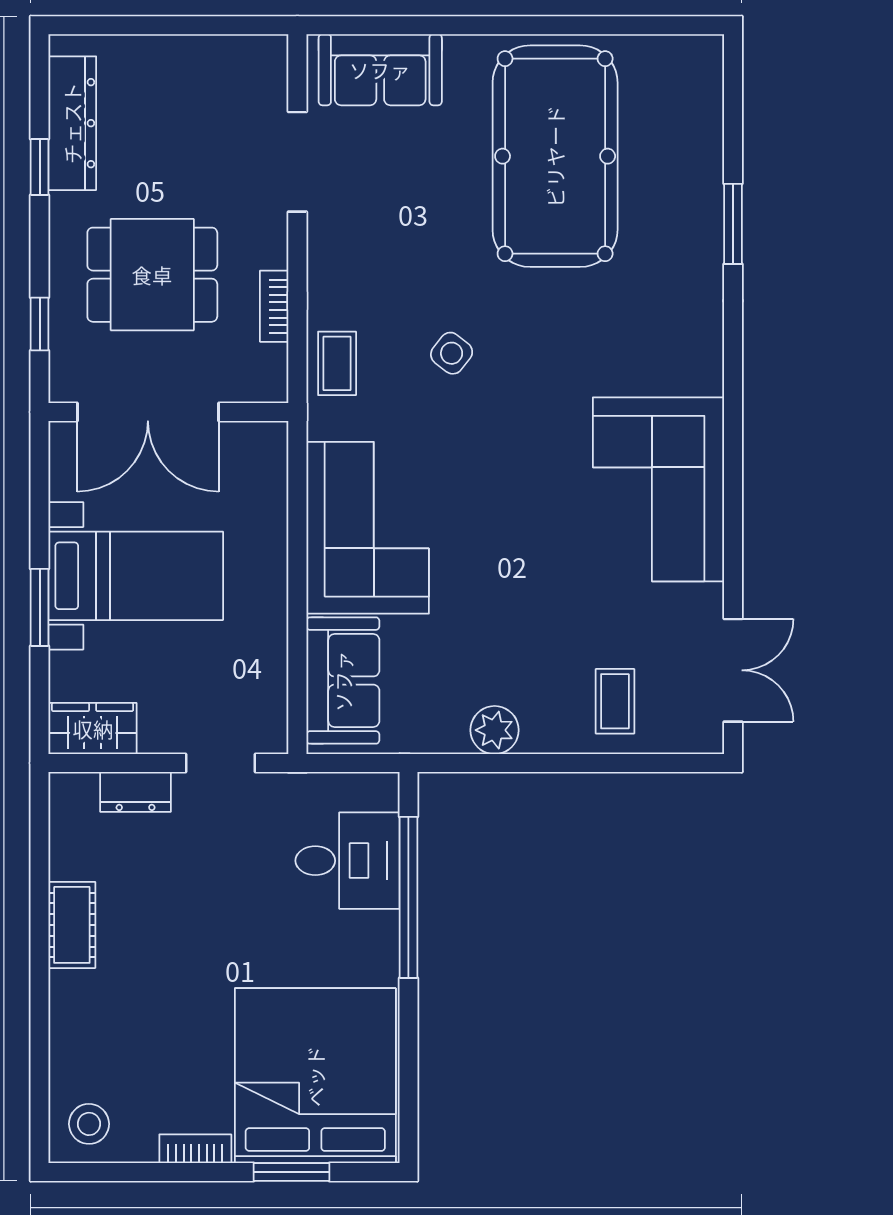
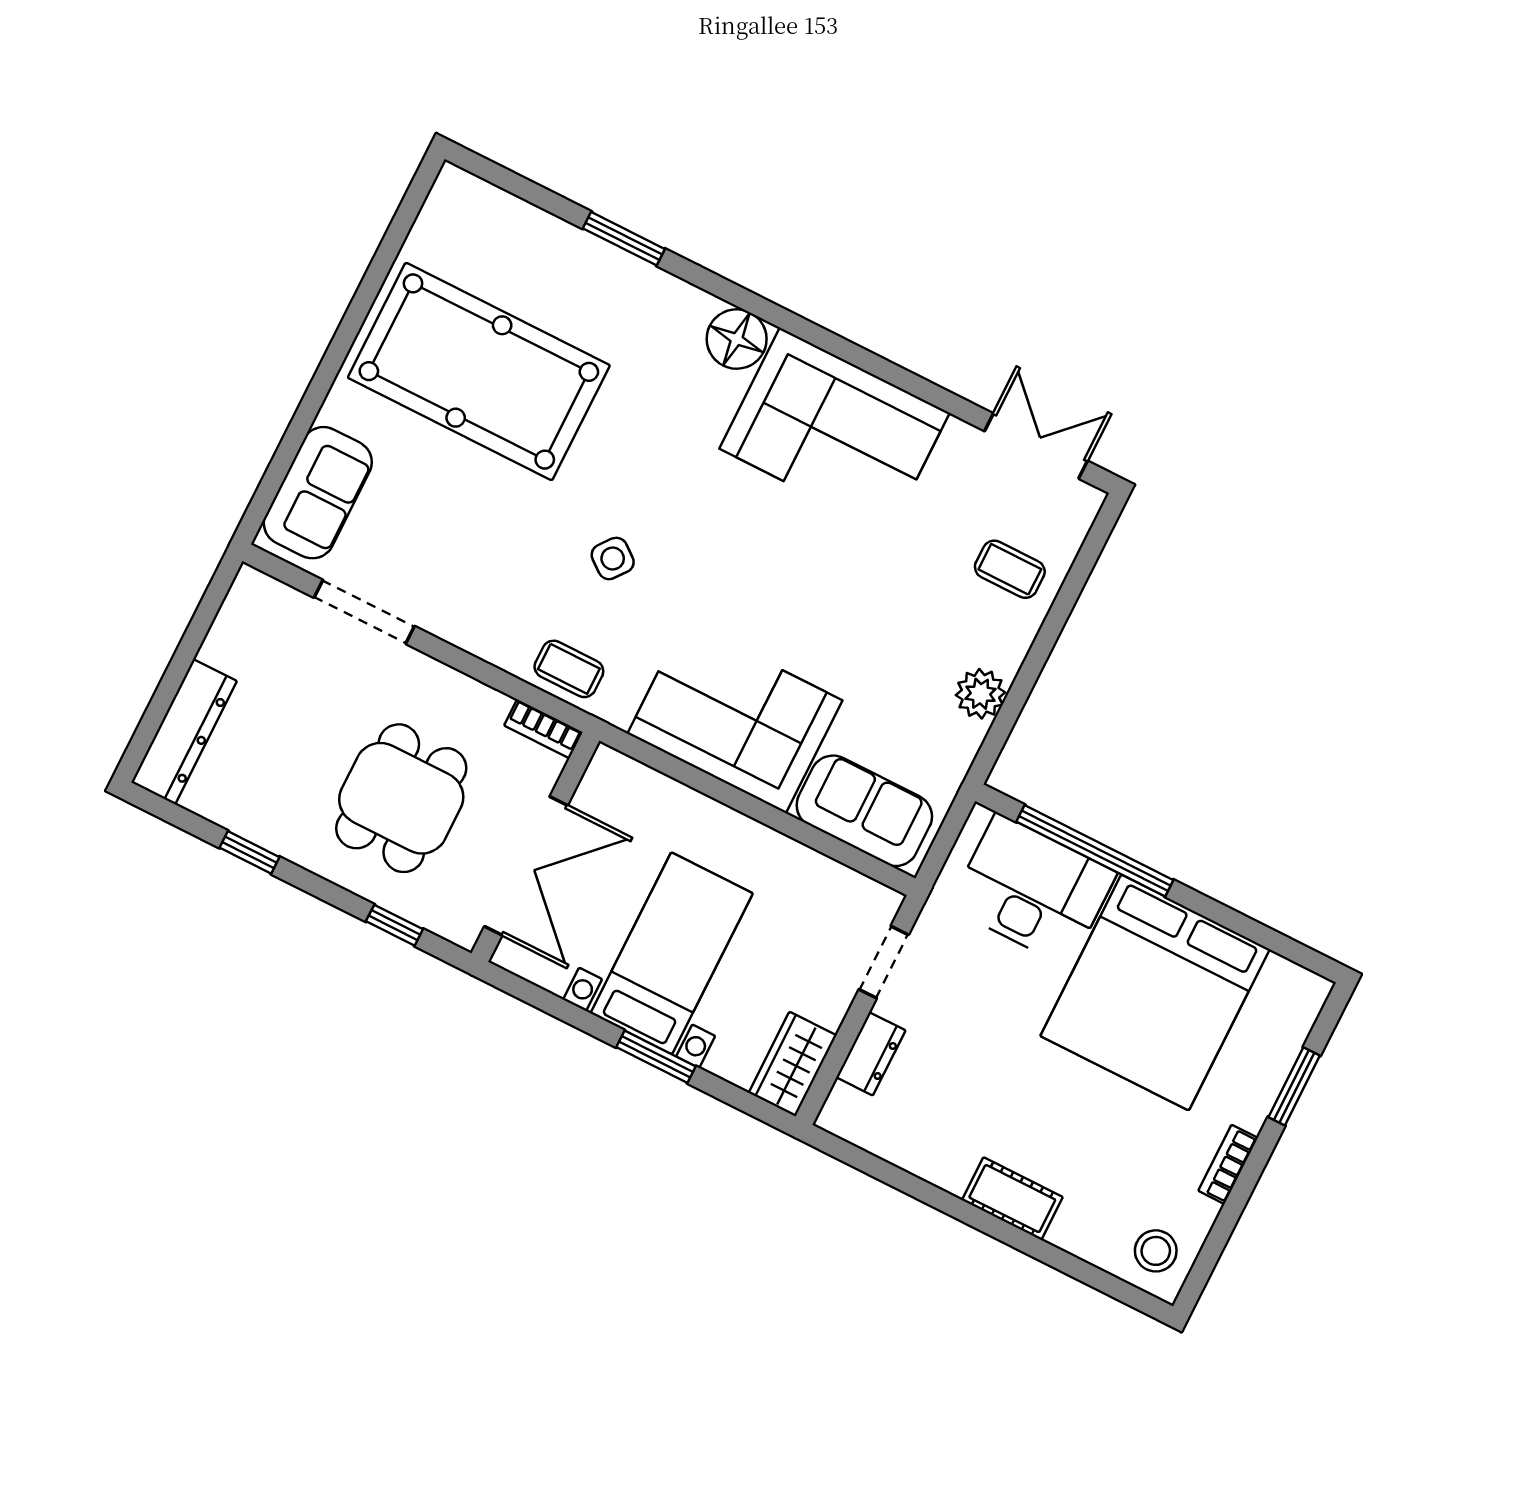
dresser: (72, 123) -> (184, 732), moved, turned 90
bookcase: (274, 306) -> (543, 729), moved
floor lamp: (695, 365) -> (737, 339), added
desk: (348, 861) -> (1033, 890), width x1.37
cot: (72, 925) -> (1012, 1199), moved
bed: (315, 1076) -> (1155, 992), moved, turned -90

